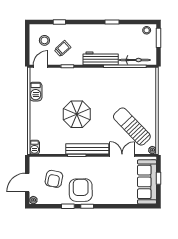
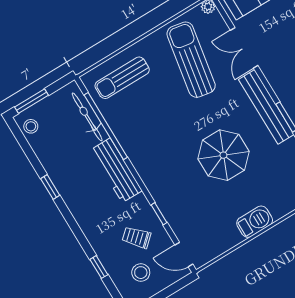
sun lounger: (143, 88) -> (122, 78), added
barbecue: (36, 92) -> (255, 222), moved
sun lounger: (132, 127) -> (191, 60), turned 144

